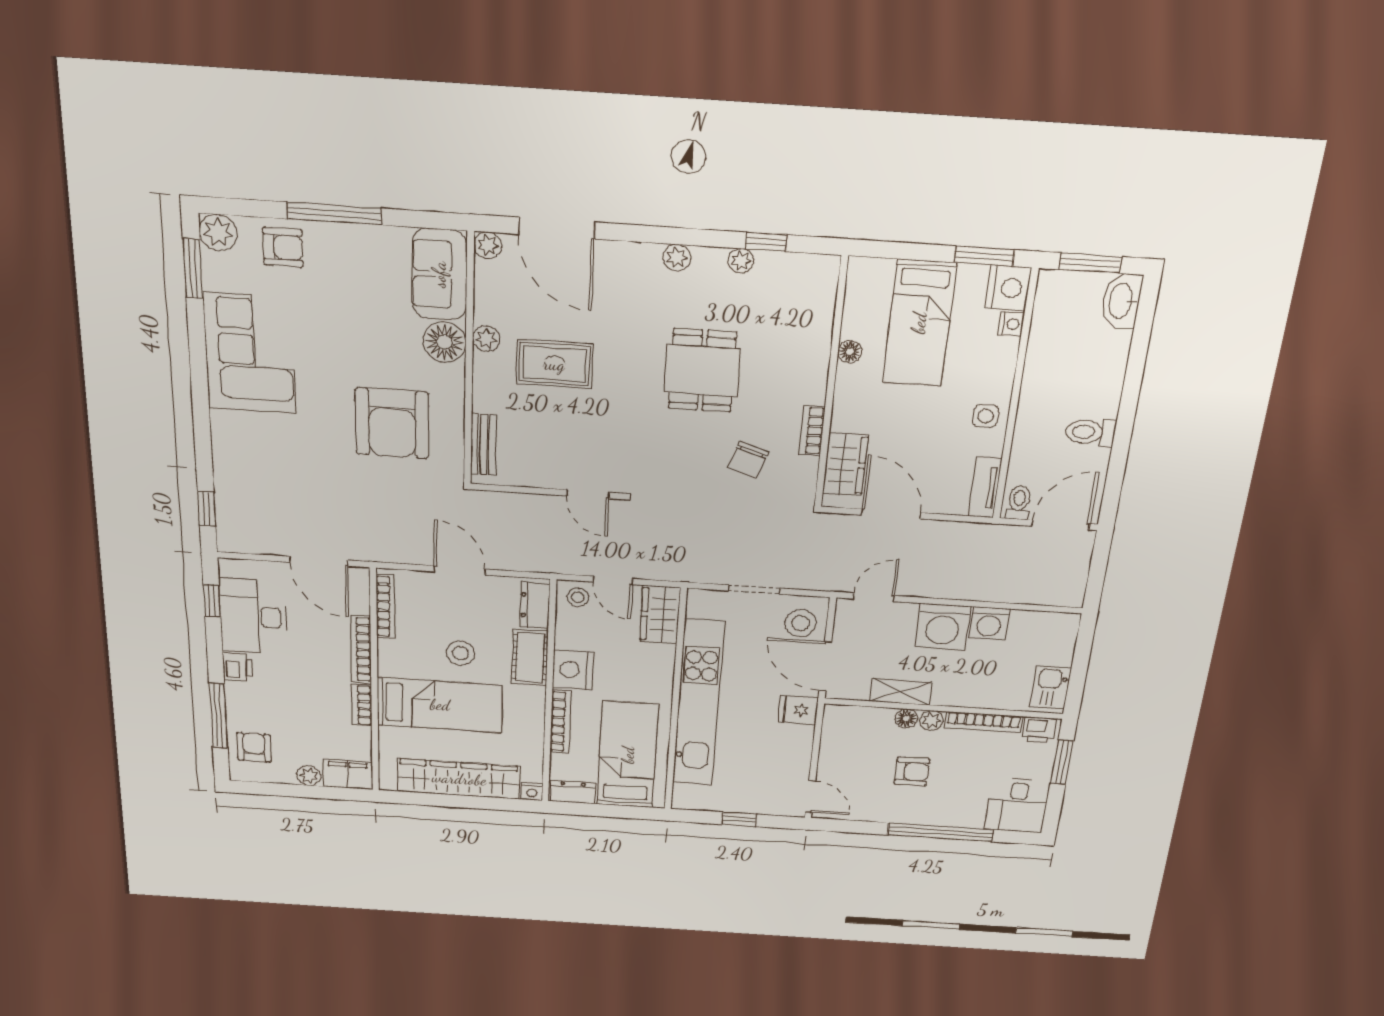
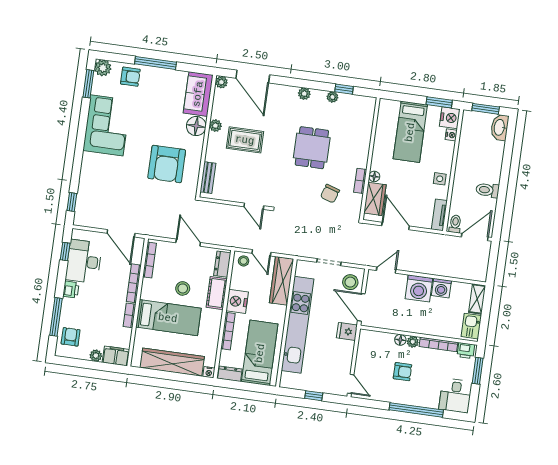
floor lamp: (850, 352) -> (374, 176), moved
wardrobe: (660, 615) -> (281, 281), width x1.50
shelving: (901, 692) -> (477, 299), moved, turned 90

